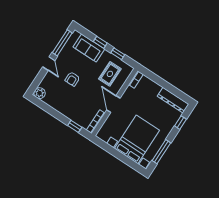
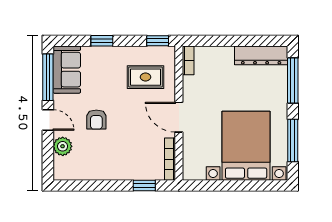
sofa: (89, 48) -> (67, 70), moved, turned -90
window: (118, 54) -> (158, 41), moved
rug: (110, 74) -> (146, 77), turned 90
plant: (40, 93) -> (63, 146), moved
window: (180, 123) -> (293, 81), width x2.17

